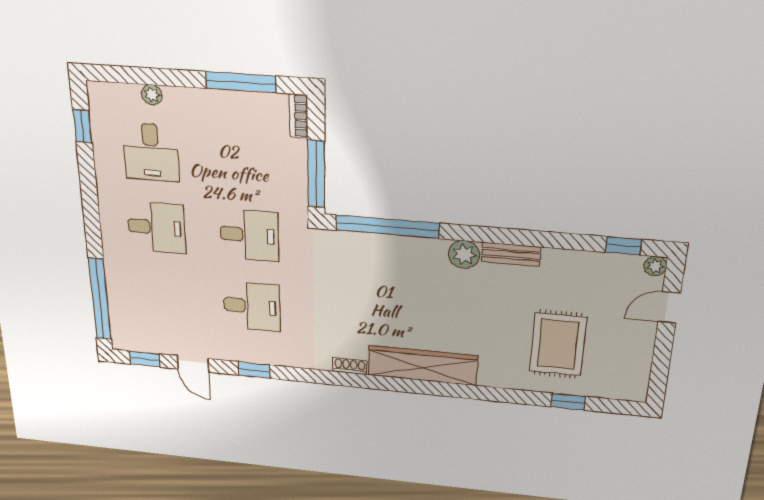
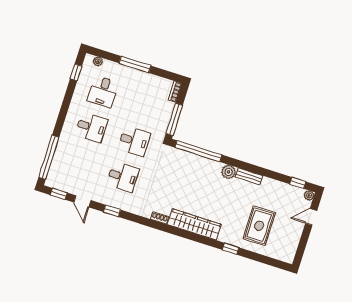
window: (241, 82) -> (135, 64), moved
plant: (152, 95) -> (98, 61), moved
window: (568, 402) -> (231, 249), moved

